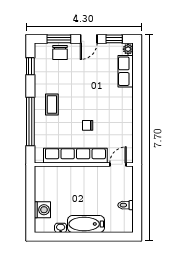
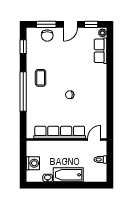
row of seats: (75, 156) -> (60, 132), moved
wall: (84, 164) -> (66, 140), moved
door: (118, 164) -> (94, 140), moved

